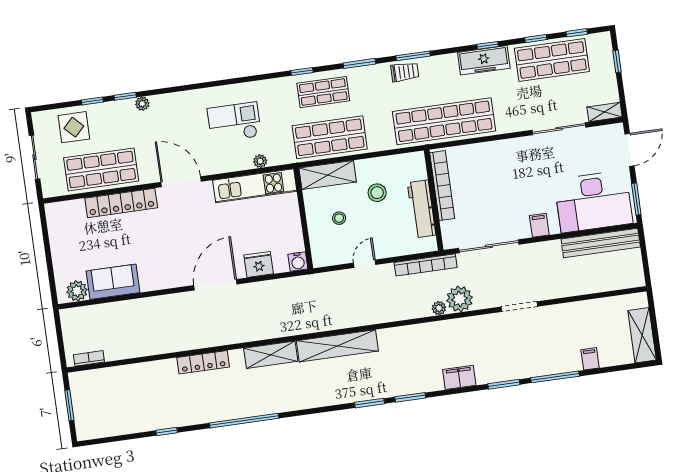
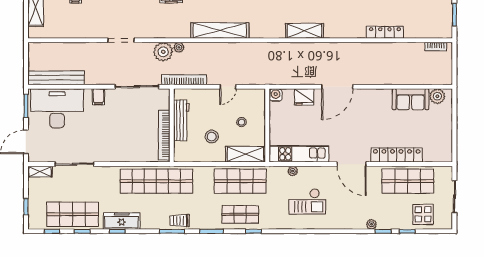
shelving: (337, 346) -> (220, 30), moved
locker: (203, 362) -> (385, 32), moved

